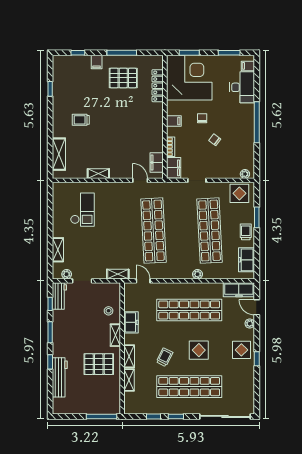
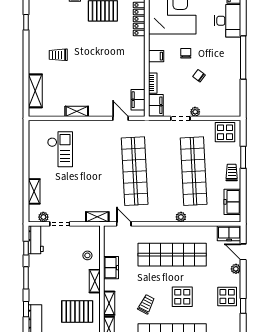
plant: (245, 174) -> (195, 112), moved
freezer: (239, 290) -> (229, 233), width x0.71

